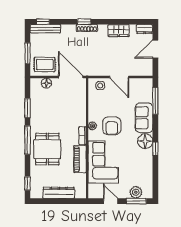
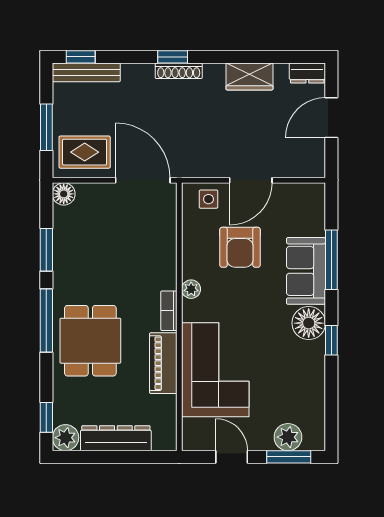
door: (119, 77) -> (251, 180), hinge flipped
floor lamp: (46, 83) -> (64, 194), moved
window: (155, 101) -> (331, 260), moved
armchair: (112, 126) -> (240, 247), moved
plant: (36, 193) -> (66, 438), added

